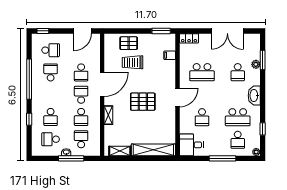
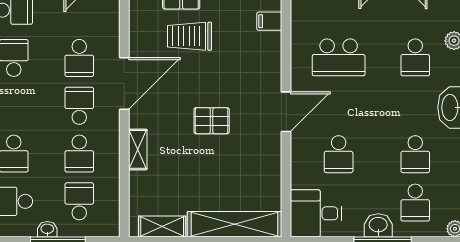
pallet: (143, 102) -> (212, 121), width x0.67, depth x0.71
school desk: (238, 117) -> (415, 154), width x0.54
washbasin: (220, 150) -> (378, 225), added

